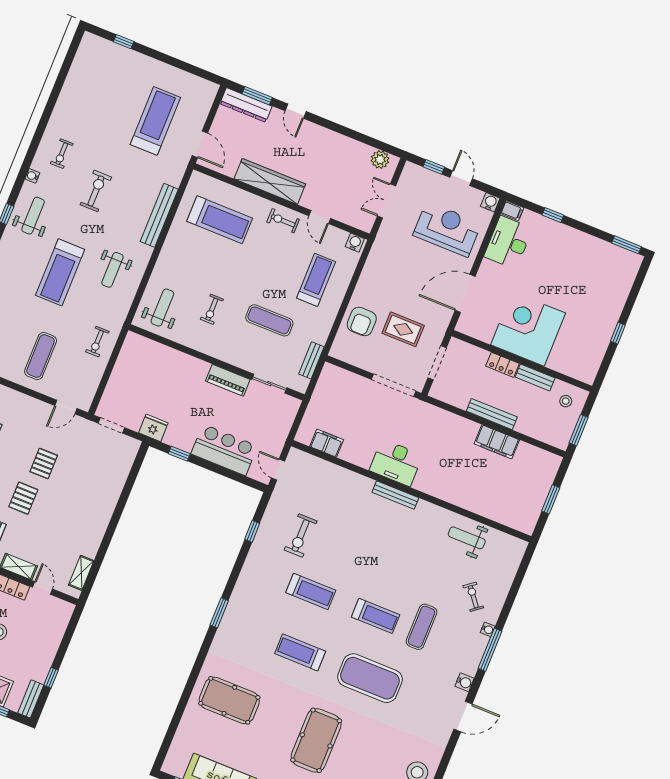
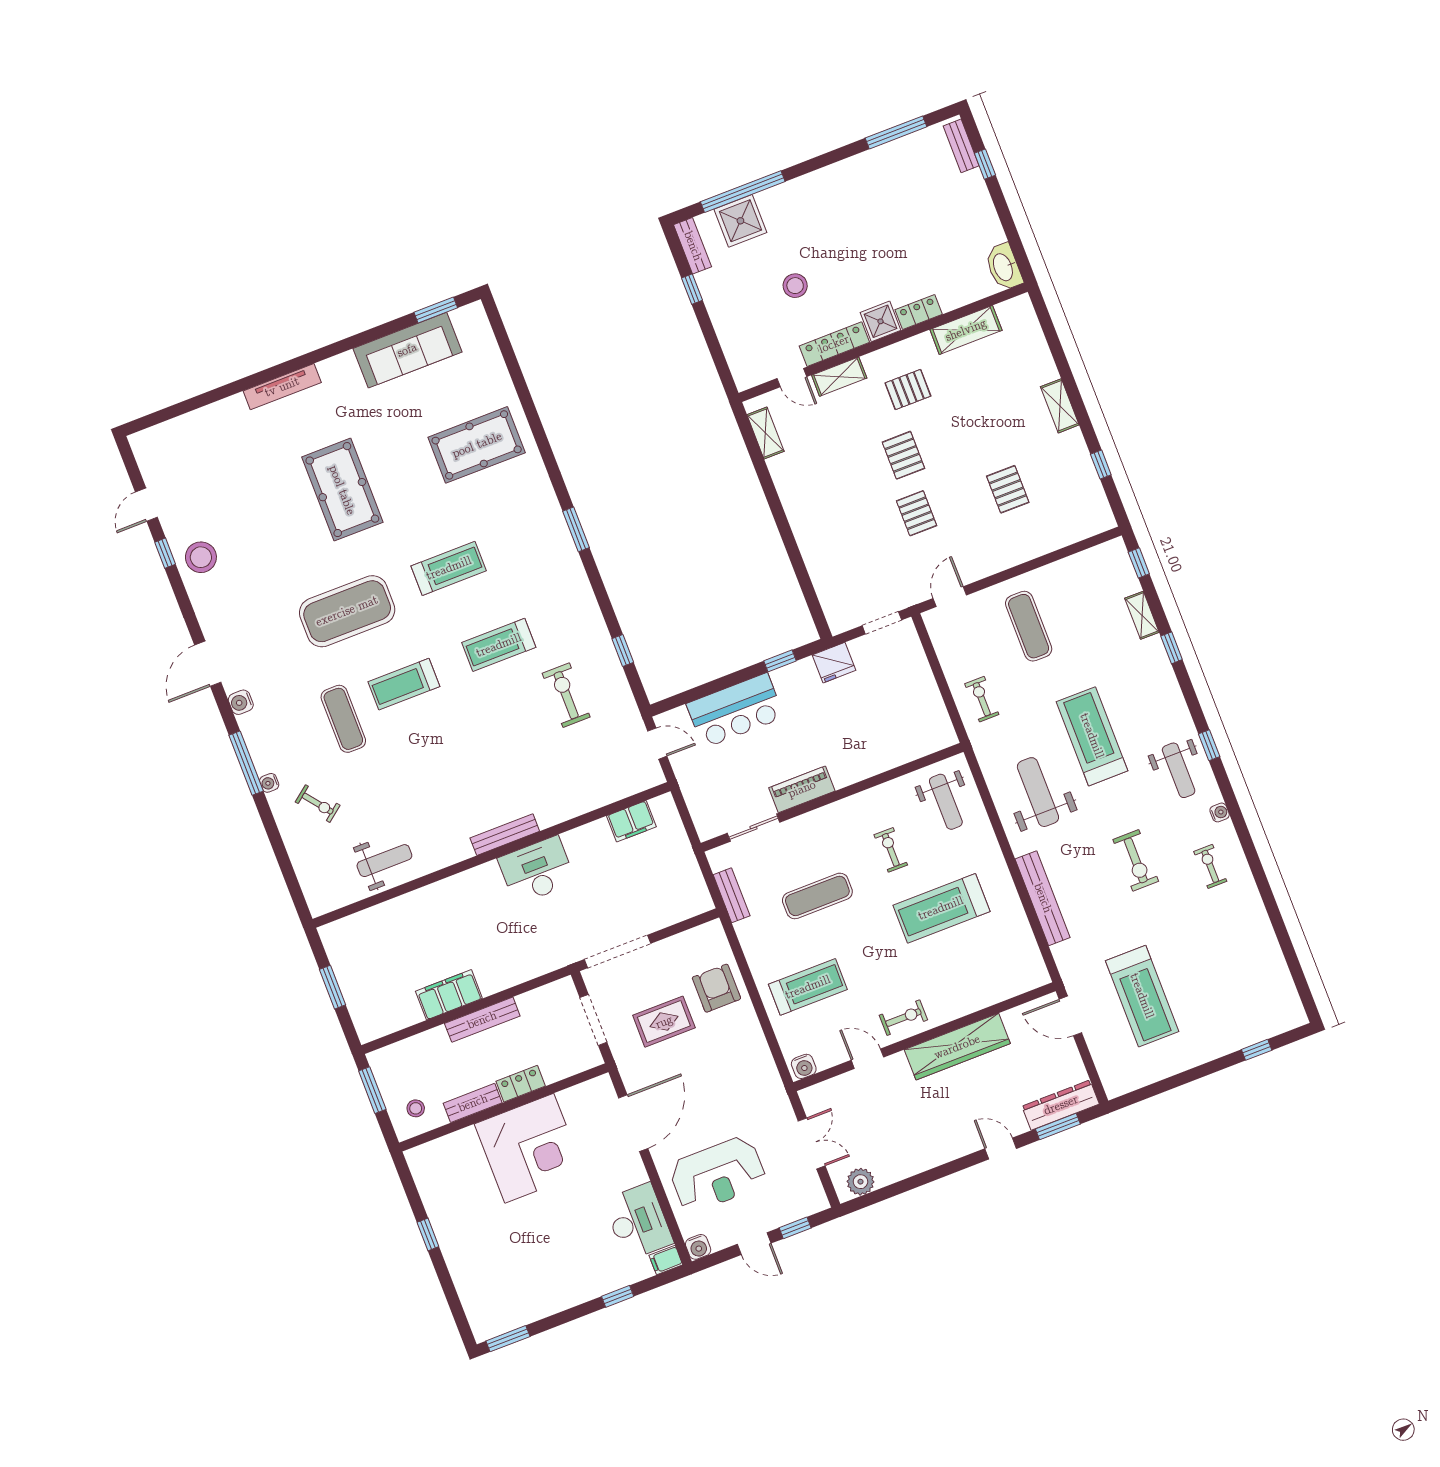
treadmill: (220, 220) -> (941, 908), moved
weight bench: (113, 270) -> (1038, 792), width x1.36, depth x1.33
treadmill: (316, 280) -> (808, 987), turned -90

